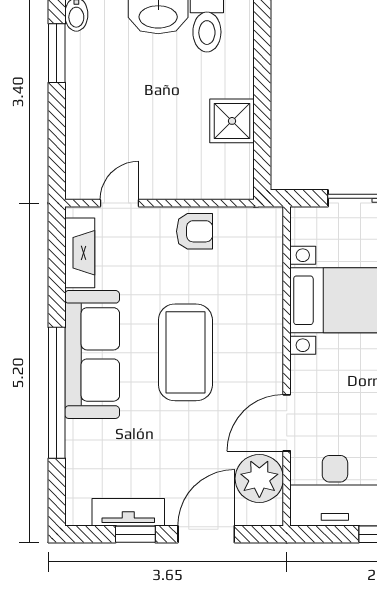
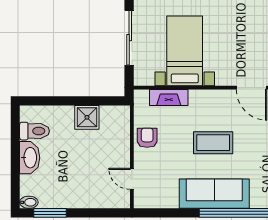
fireplace: (80, 253) -> (169, 97), moved, turned 180
coffee table: (185, 352) -> (213, 143), width x0.73, depth x0.76

